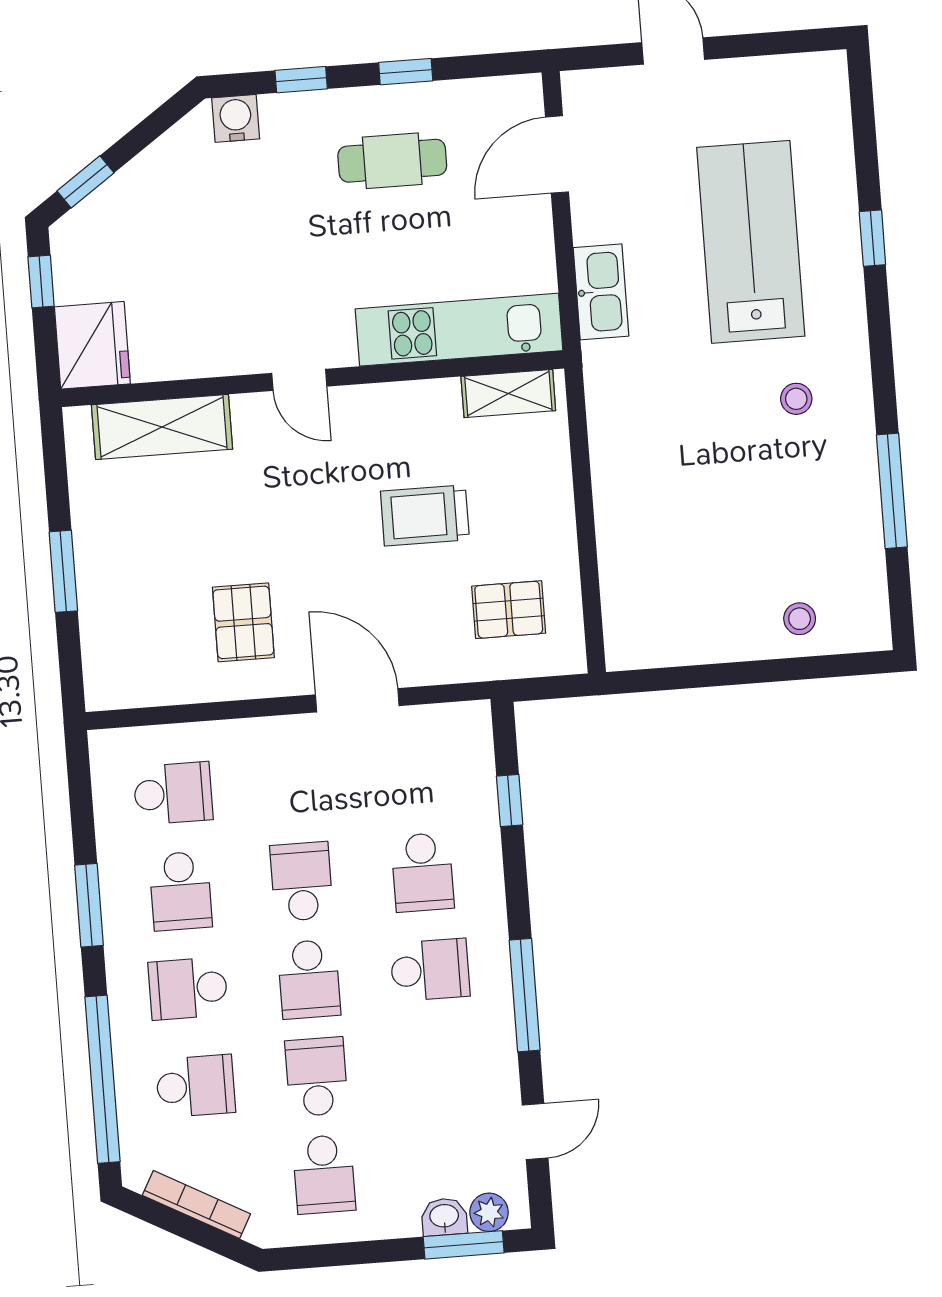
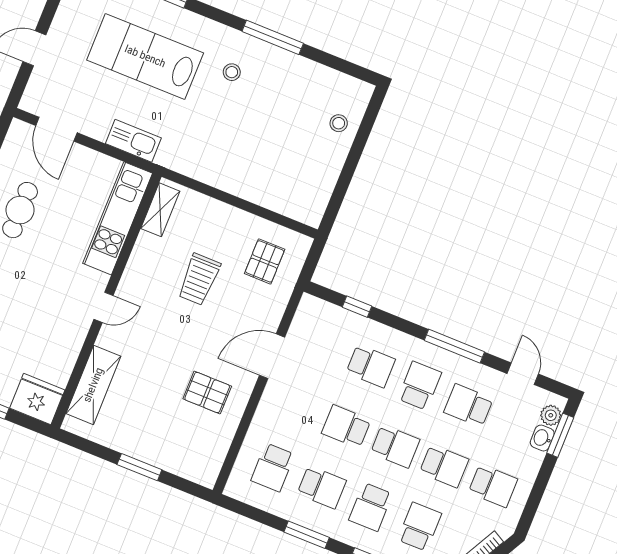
window: (892, 491) -> (273, 37), moved
school desk: (173, 793) -> (273, 467), turned 180
school desk: (438, 1067) -> (468, 405), added
school desk: (317, 1077) -> (444, 466), turned 180

